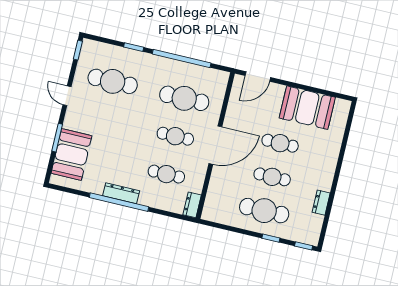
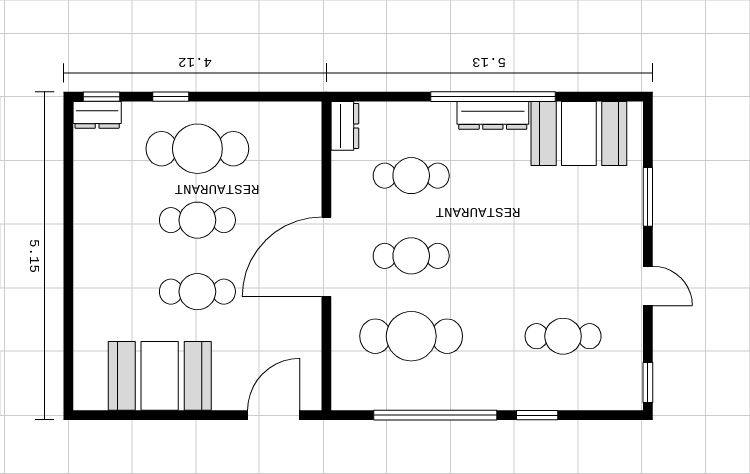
cafe table: (113, 81) -> (563, 336), width x0.73, depth x0.74
booth: (71, 154) -> (579, 134), moved, turned 90
dresser: (321, 203) -> (97, 115), moved, turned 90

